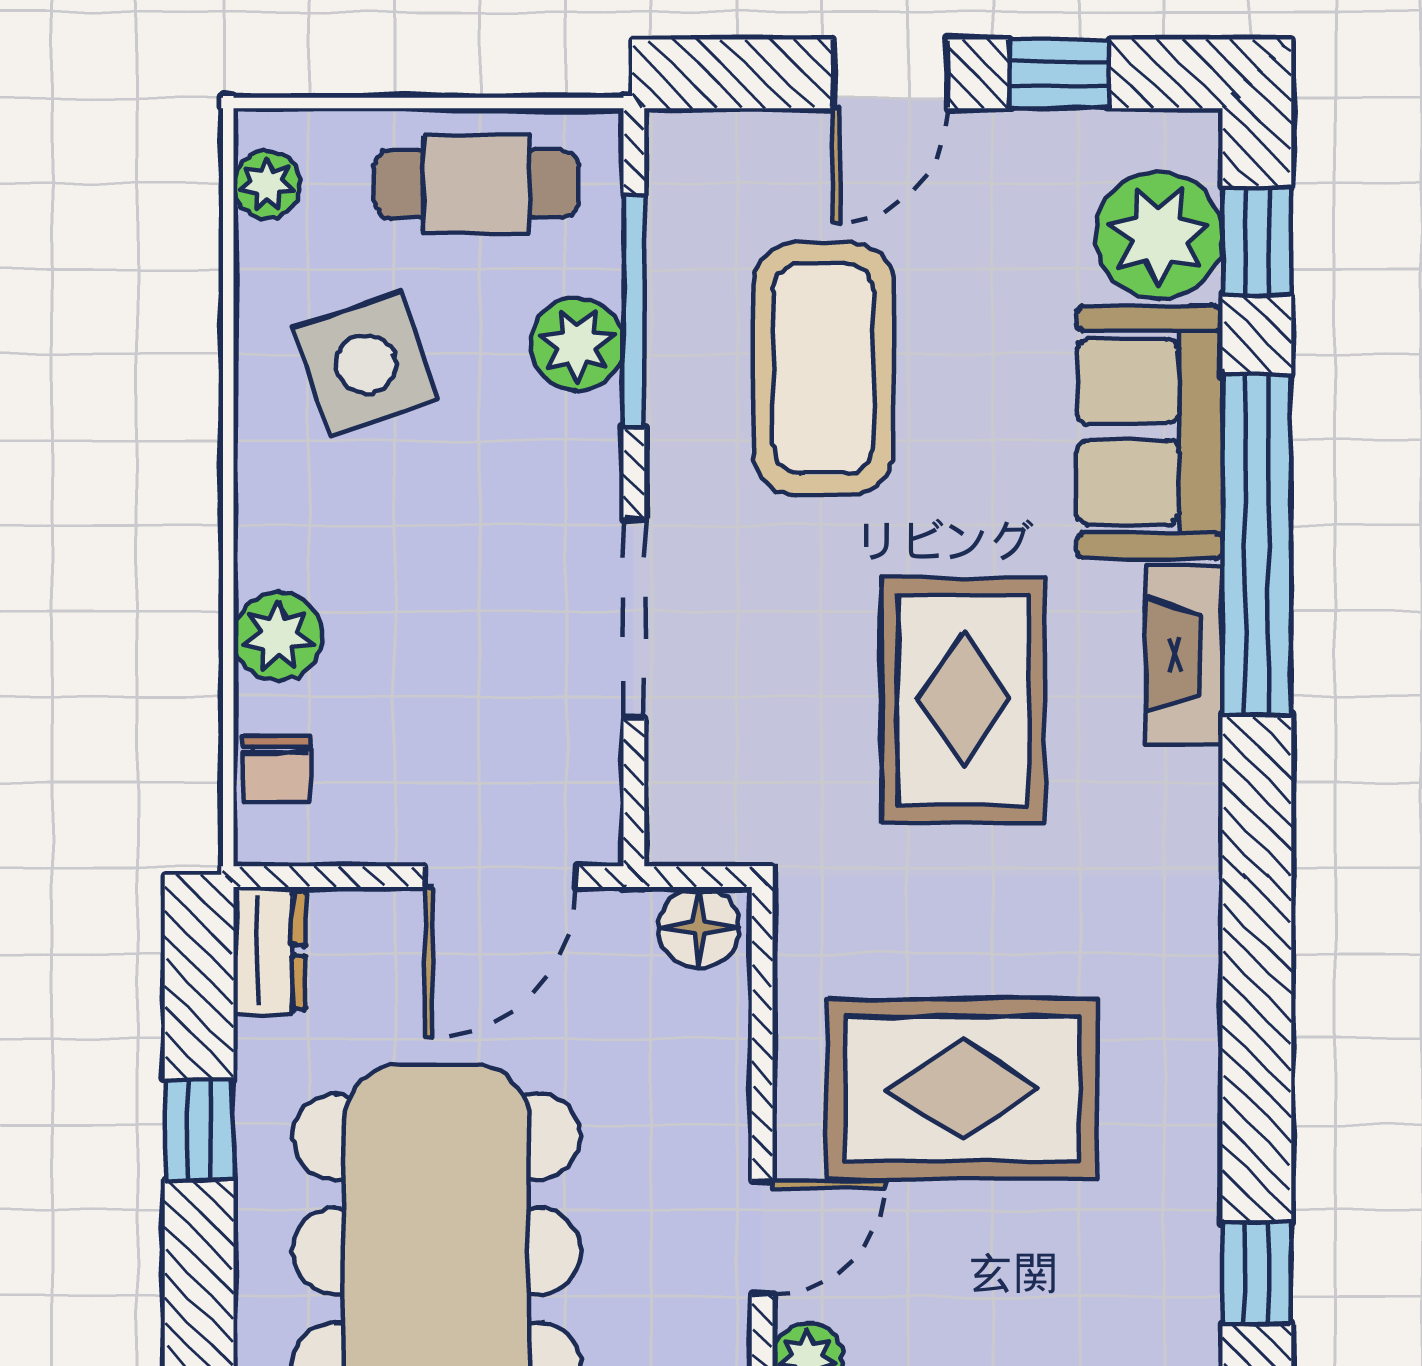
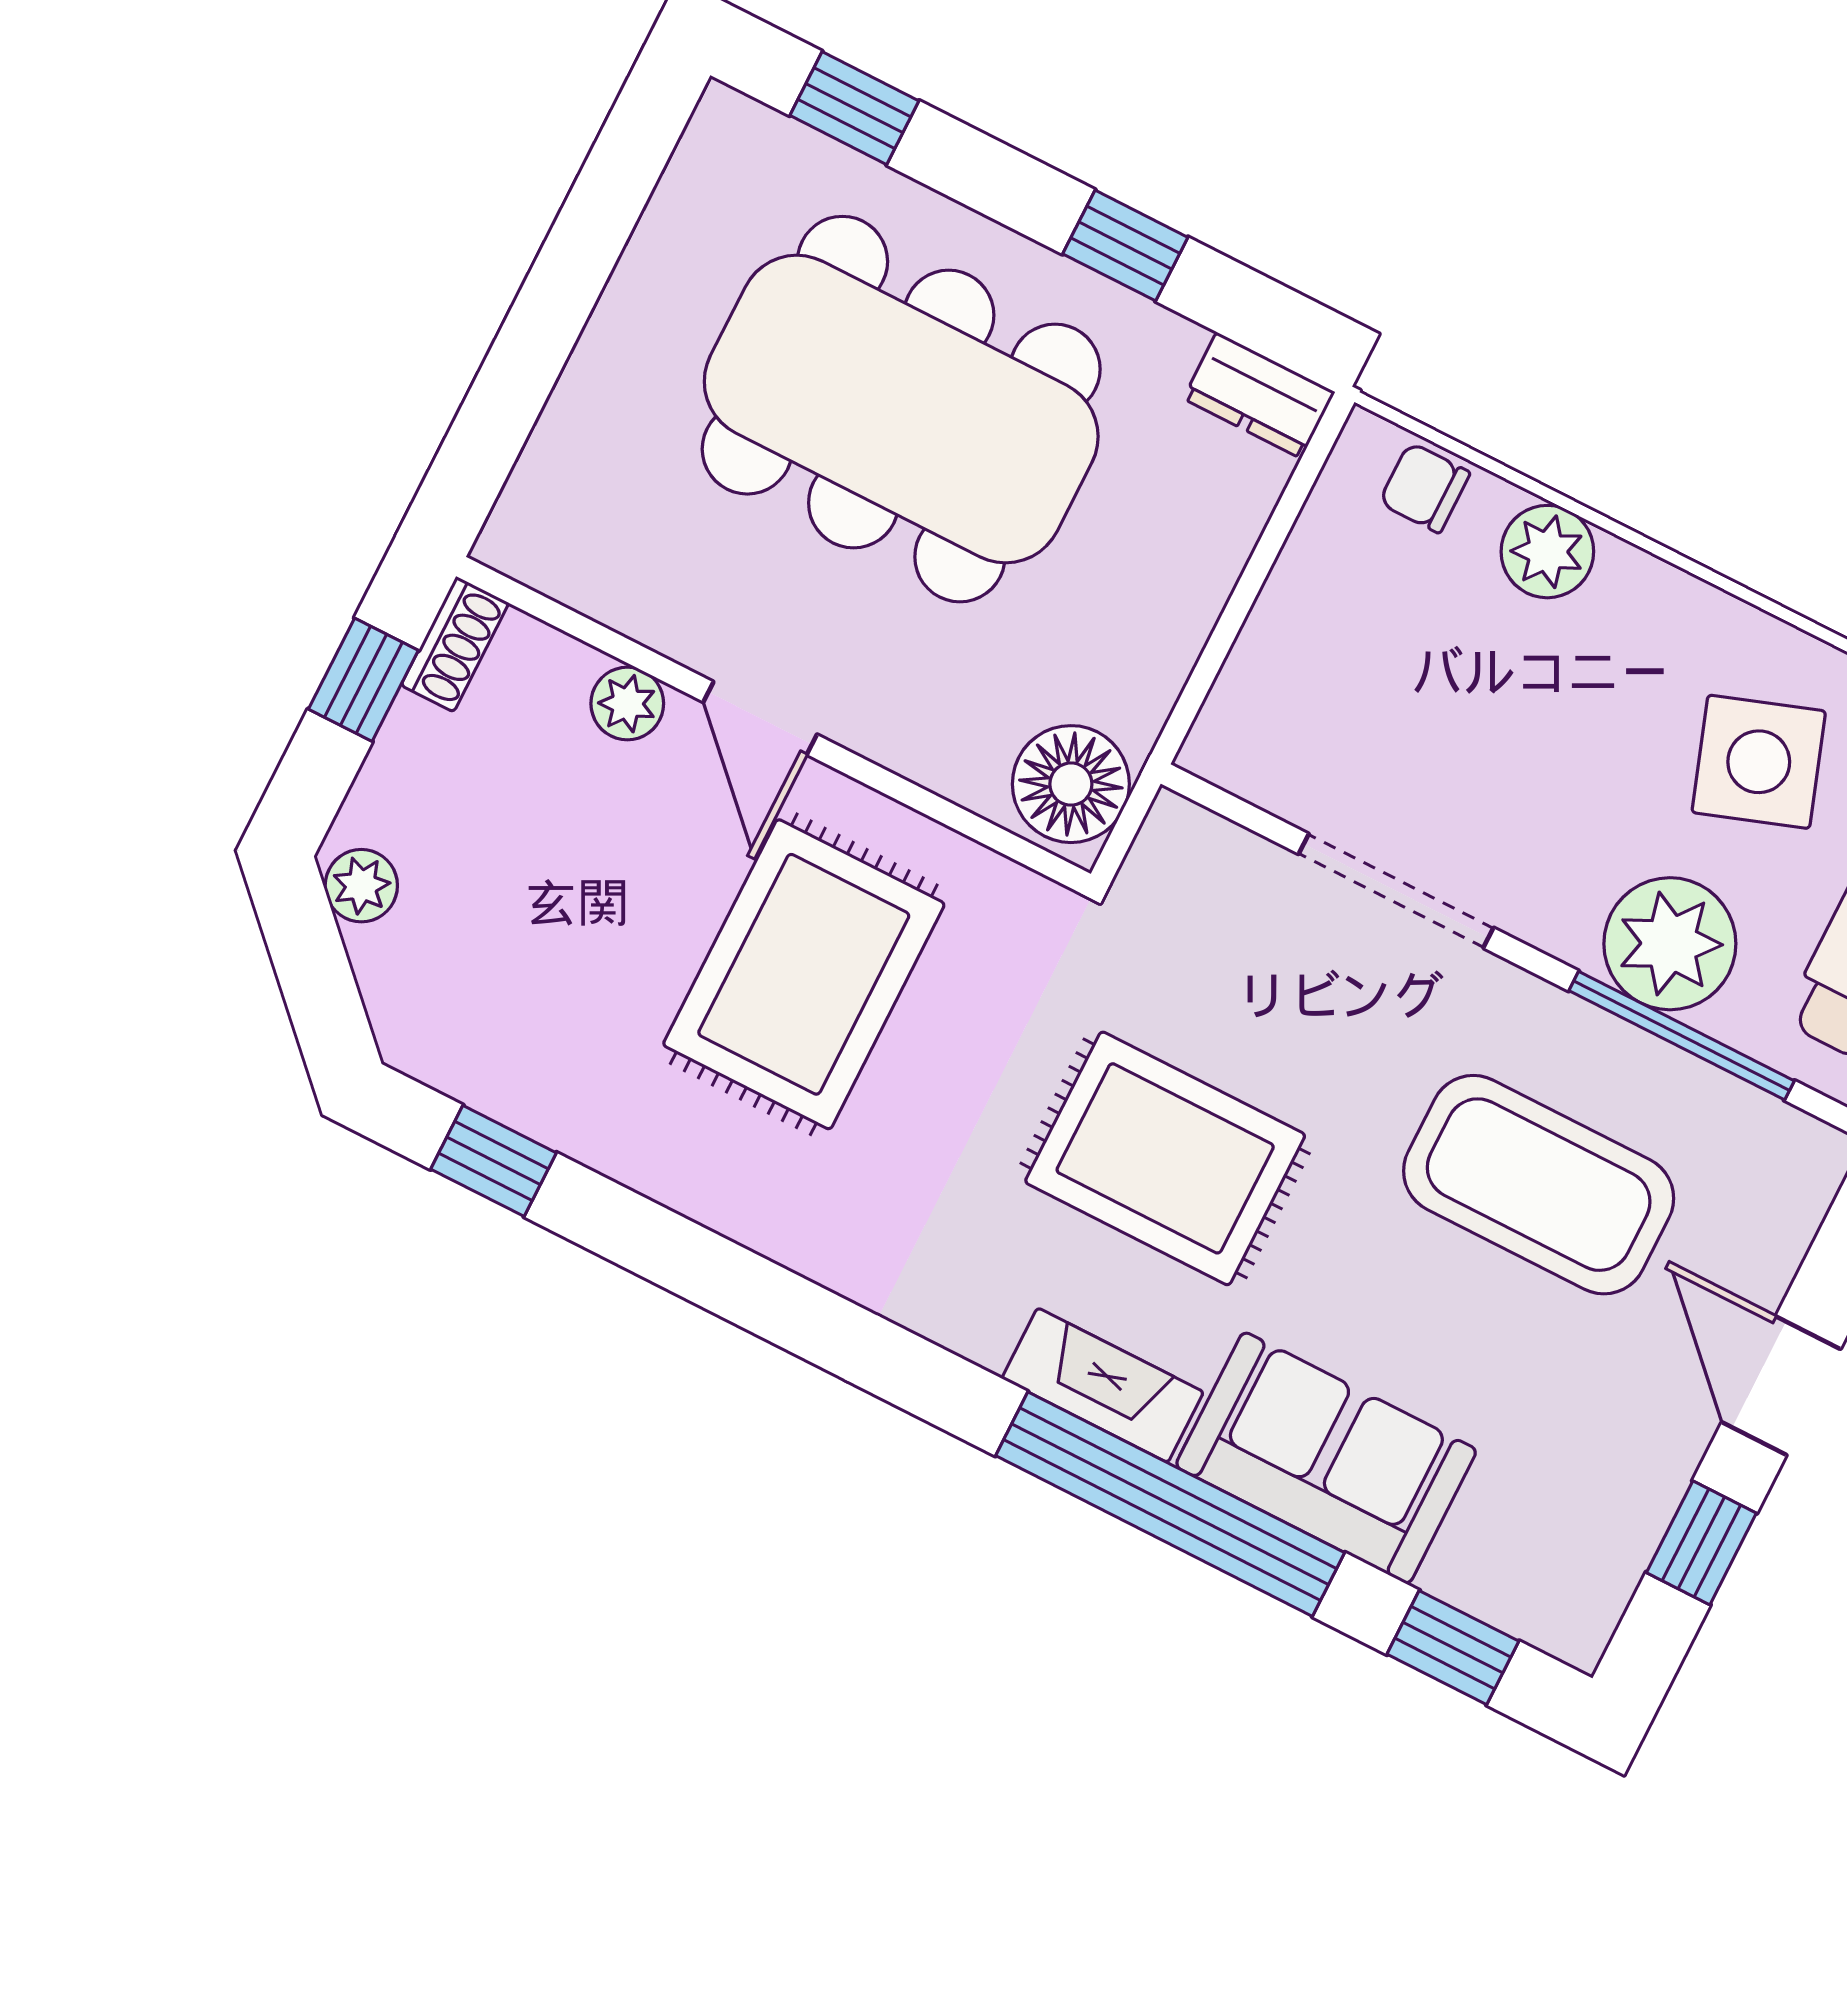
plant: (1159, 235) -> (1505, 1559), removed
plant: (577, 344) -> (1670, 944), width x1.36, depth x1.36
door: (500, 877) -> (1219, 645), removed
floor lamp: (699, 928) -> (1071, 784), width x1.38, depth x1.38

